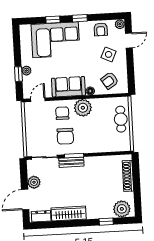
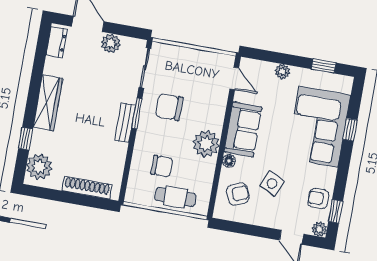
window: (80, 18) -> (336, 211), moved
side table: (109, 54) -> (272, 184), moved
window: (18, 74) -> (324, 66), moved
armchair: (110, 80) -> (238, 194), turned 99
chair: (62, 113) -> (162, 166), moved
bench: (71, 162) -> (125, 123), moved
wardrobe: (69, 214) -> (48, 103), moved

